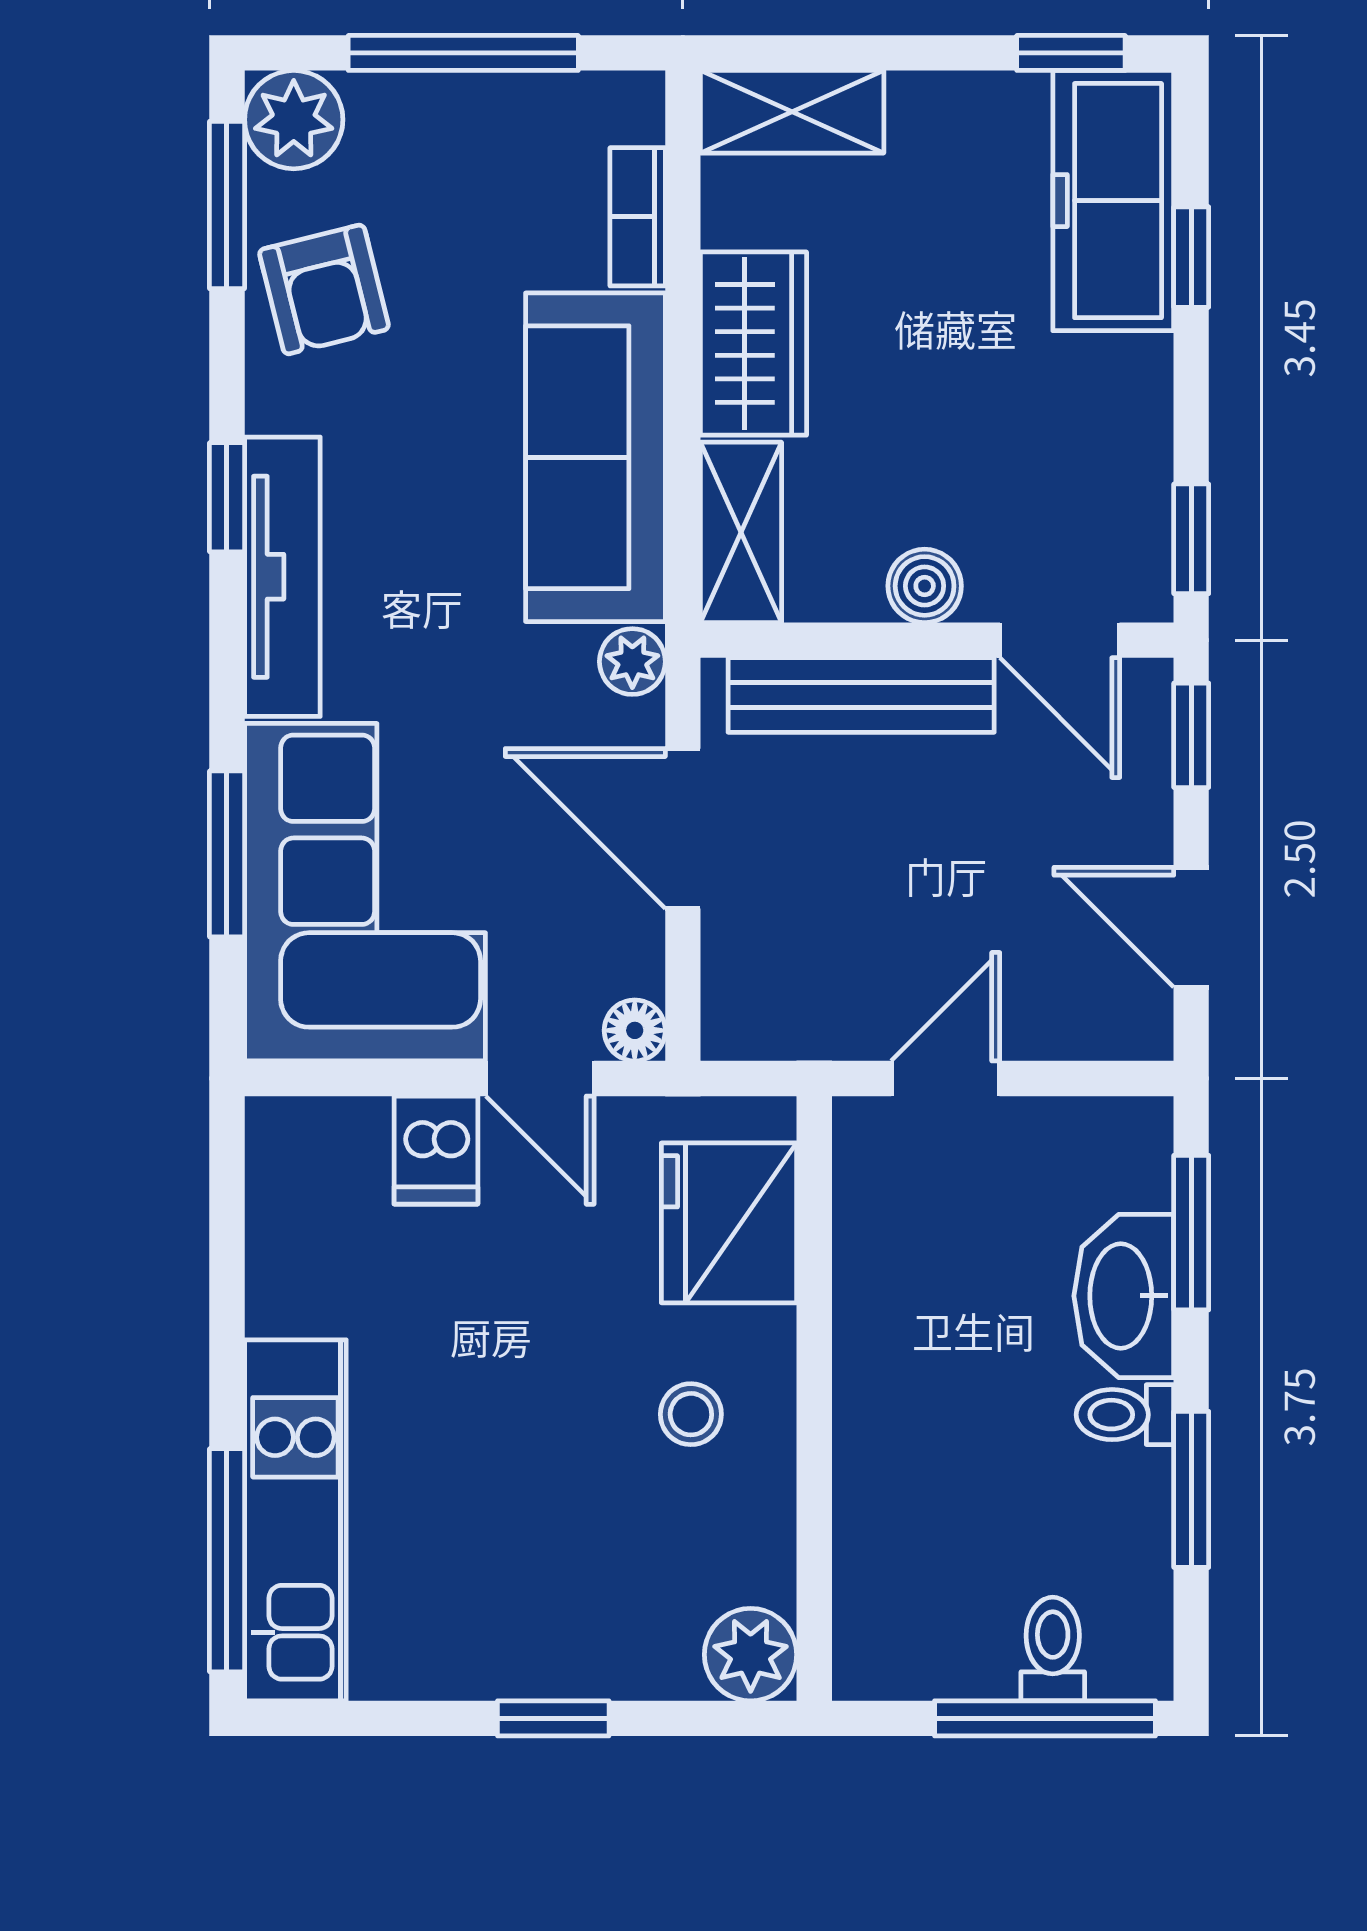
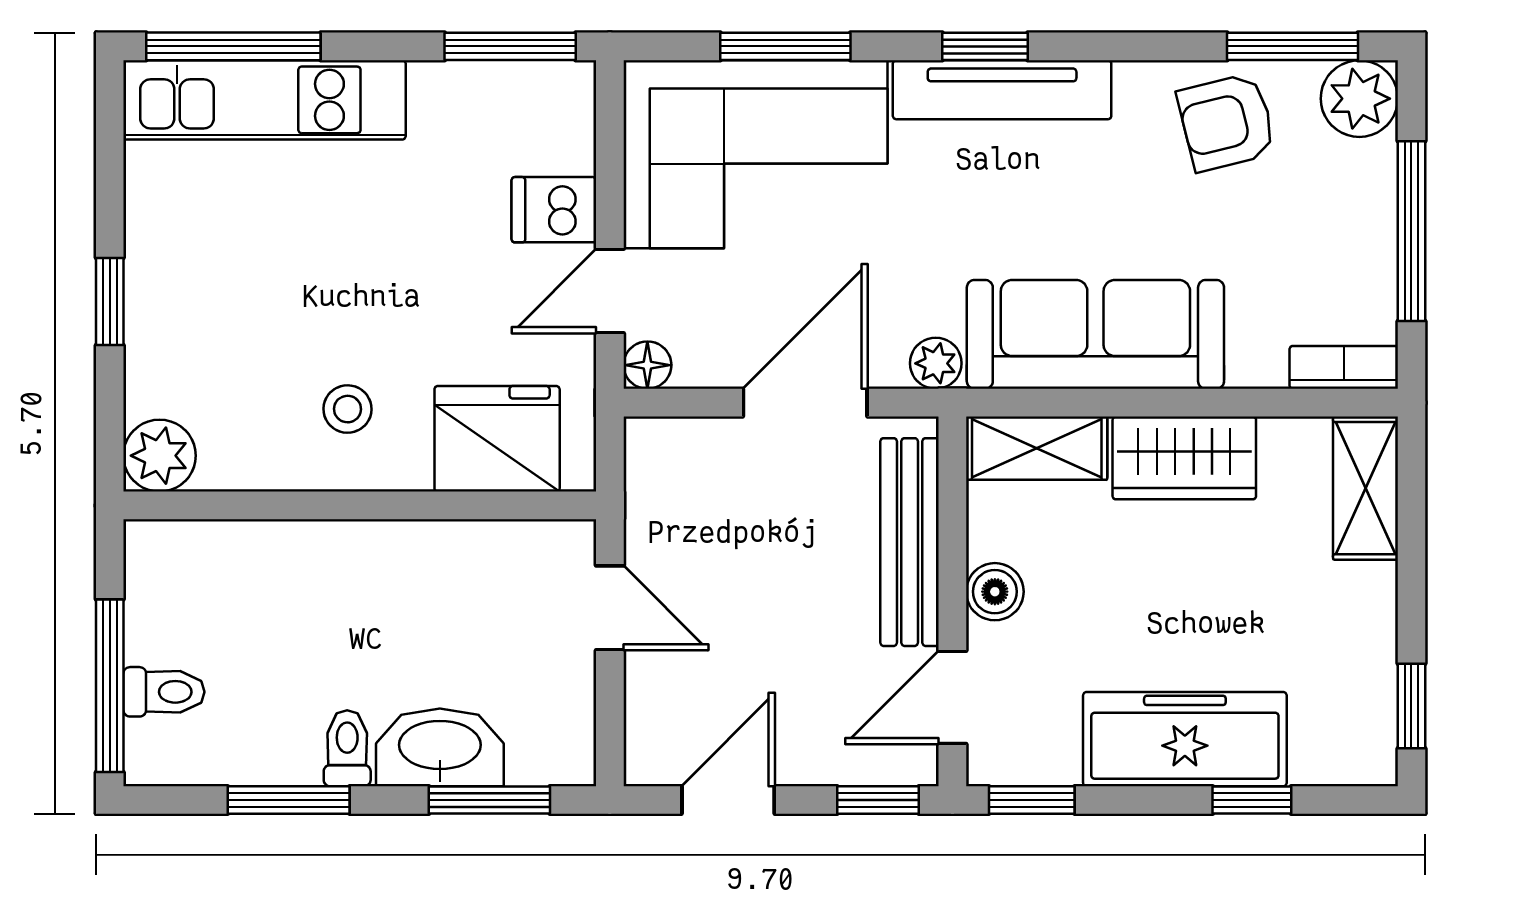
freezer: (1113, 201) -> (1185, 739), moved
bookcase: (638, 217) -> (1344, 367), moved
window: (227, 497) -> (985, 46), moved
window: (227, 1206) -> (510, 46), added

